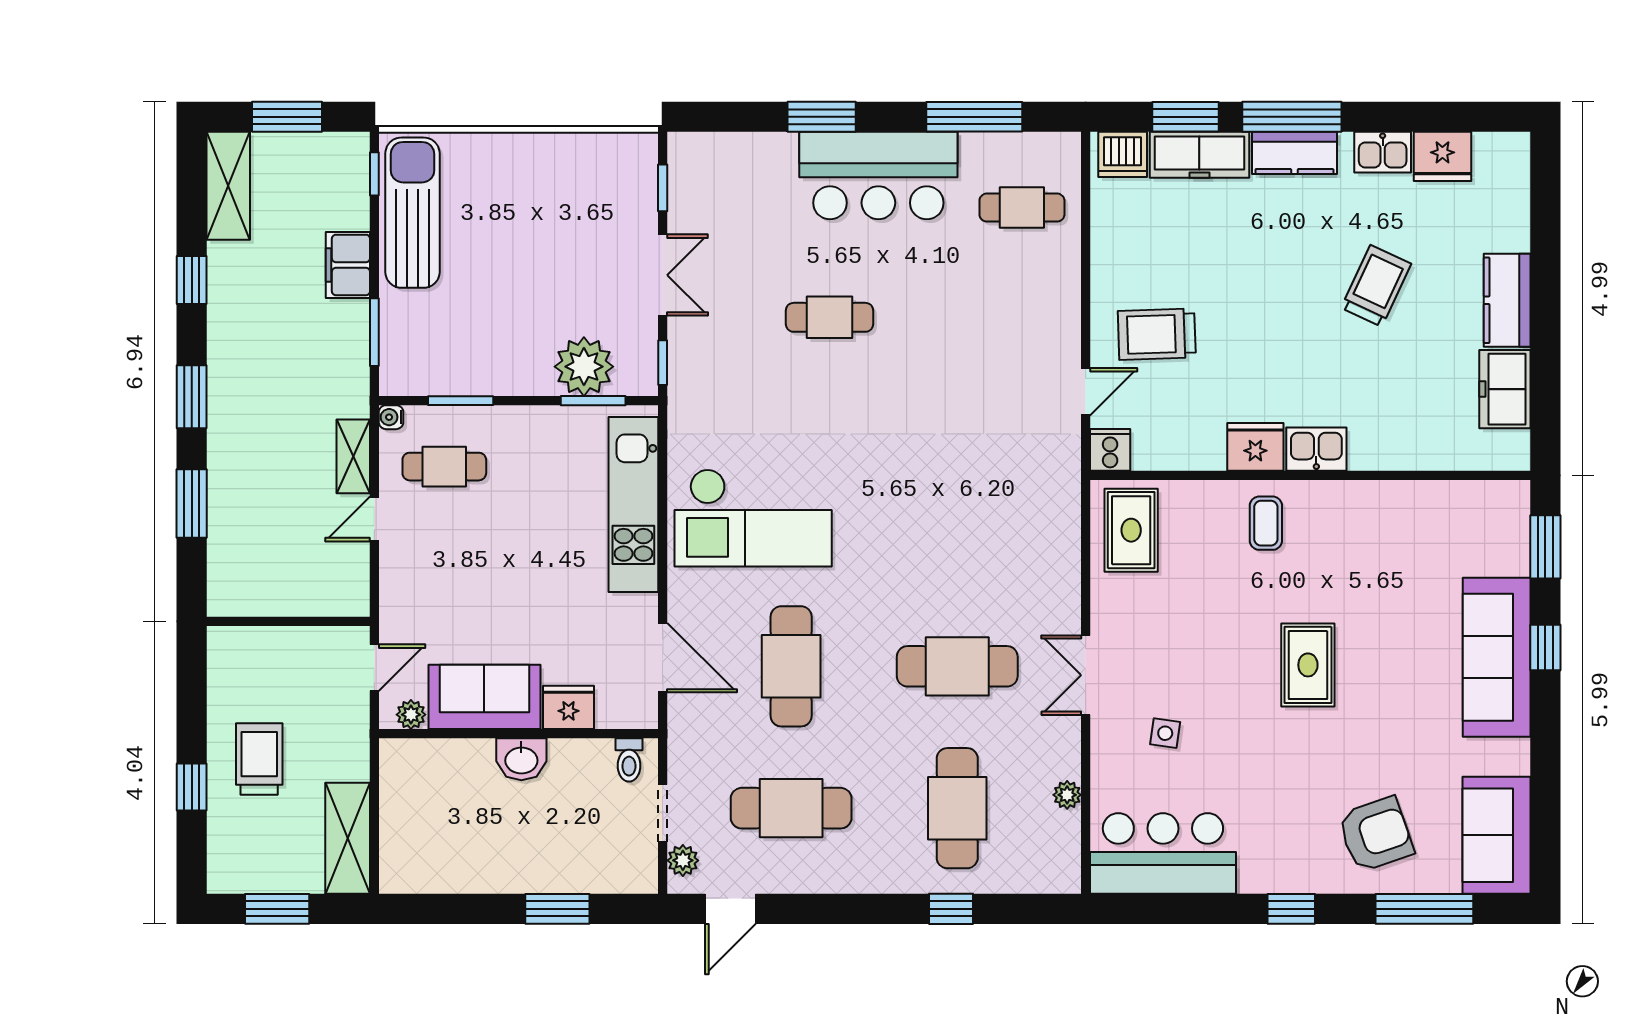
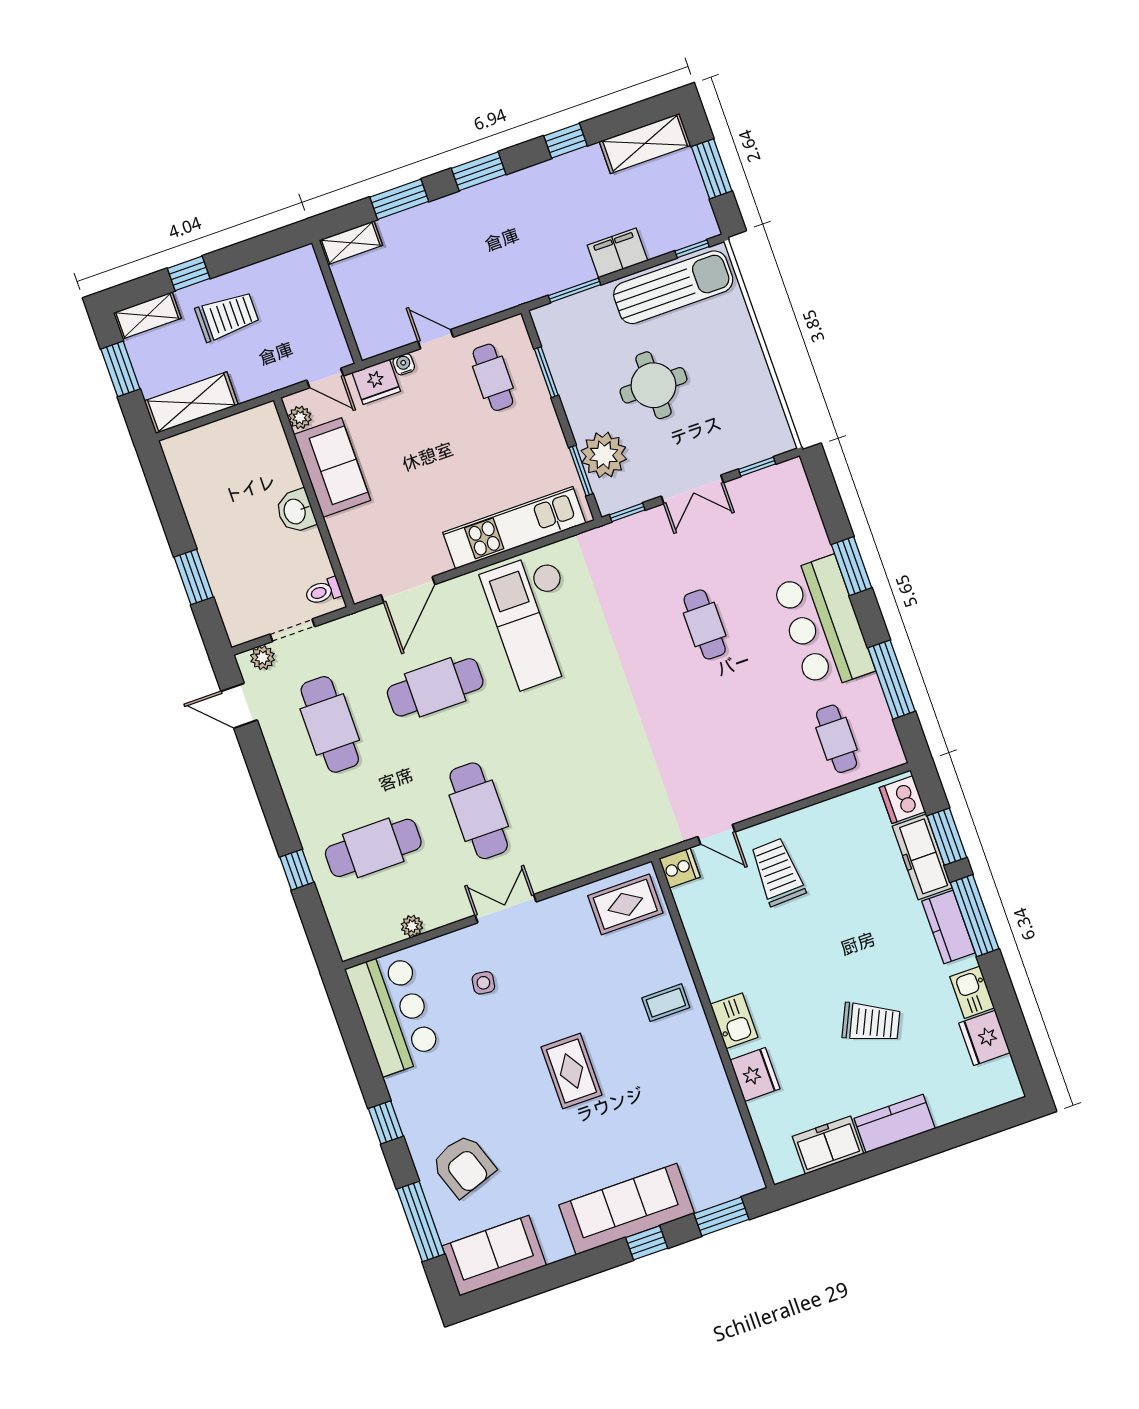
round table: (521, 278) -> (653, 385), added
water cooler: (391, 417) -> (404, 364), moved
fridge: (1255, 447) -> (755, 1074), moved
shelving: (353, 456) -> (351, 243), moved
rug: (1308, 665) -> (571, 1071), turned 90
fridge: (569, 707) -> (376, 382), moved, turned 90
shelving: (225, 854) -> (147, 315), added

